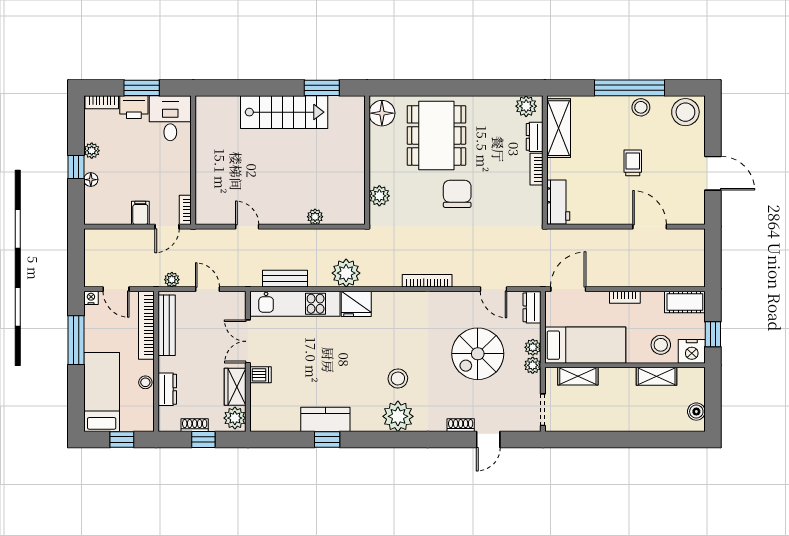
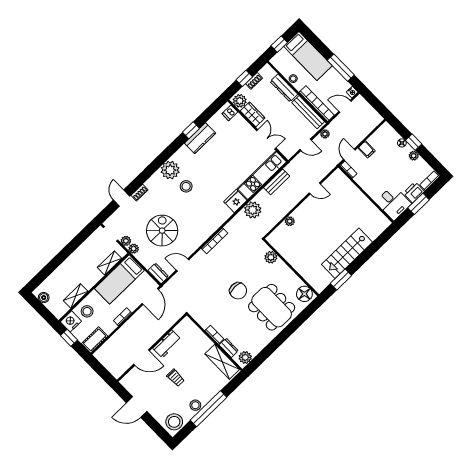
workbench: (558, 202) -> (167, 344), moved, turned -90
plant: (533, 347) -> (126, 241), moved
dishwasher: (260, 375) -> (230, 113), moved
dresser: (167, 389) -> (284, 88), width x1.44

